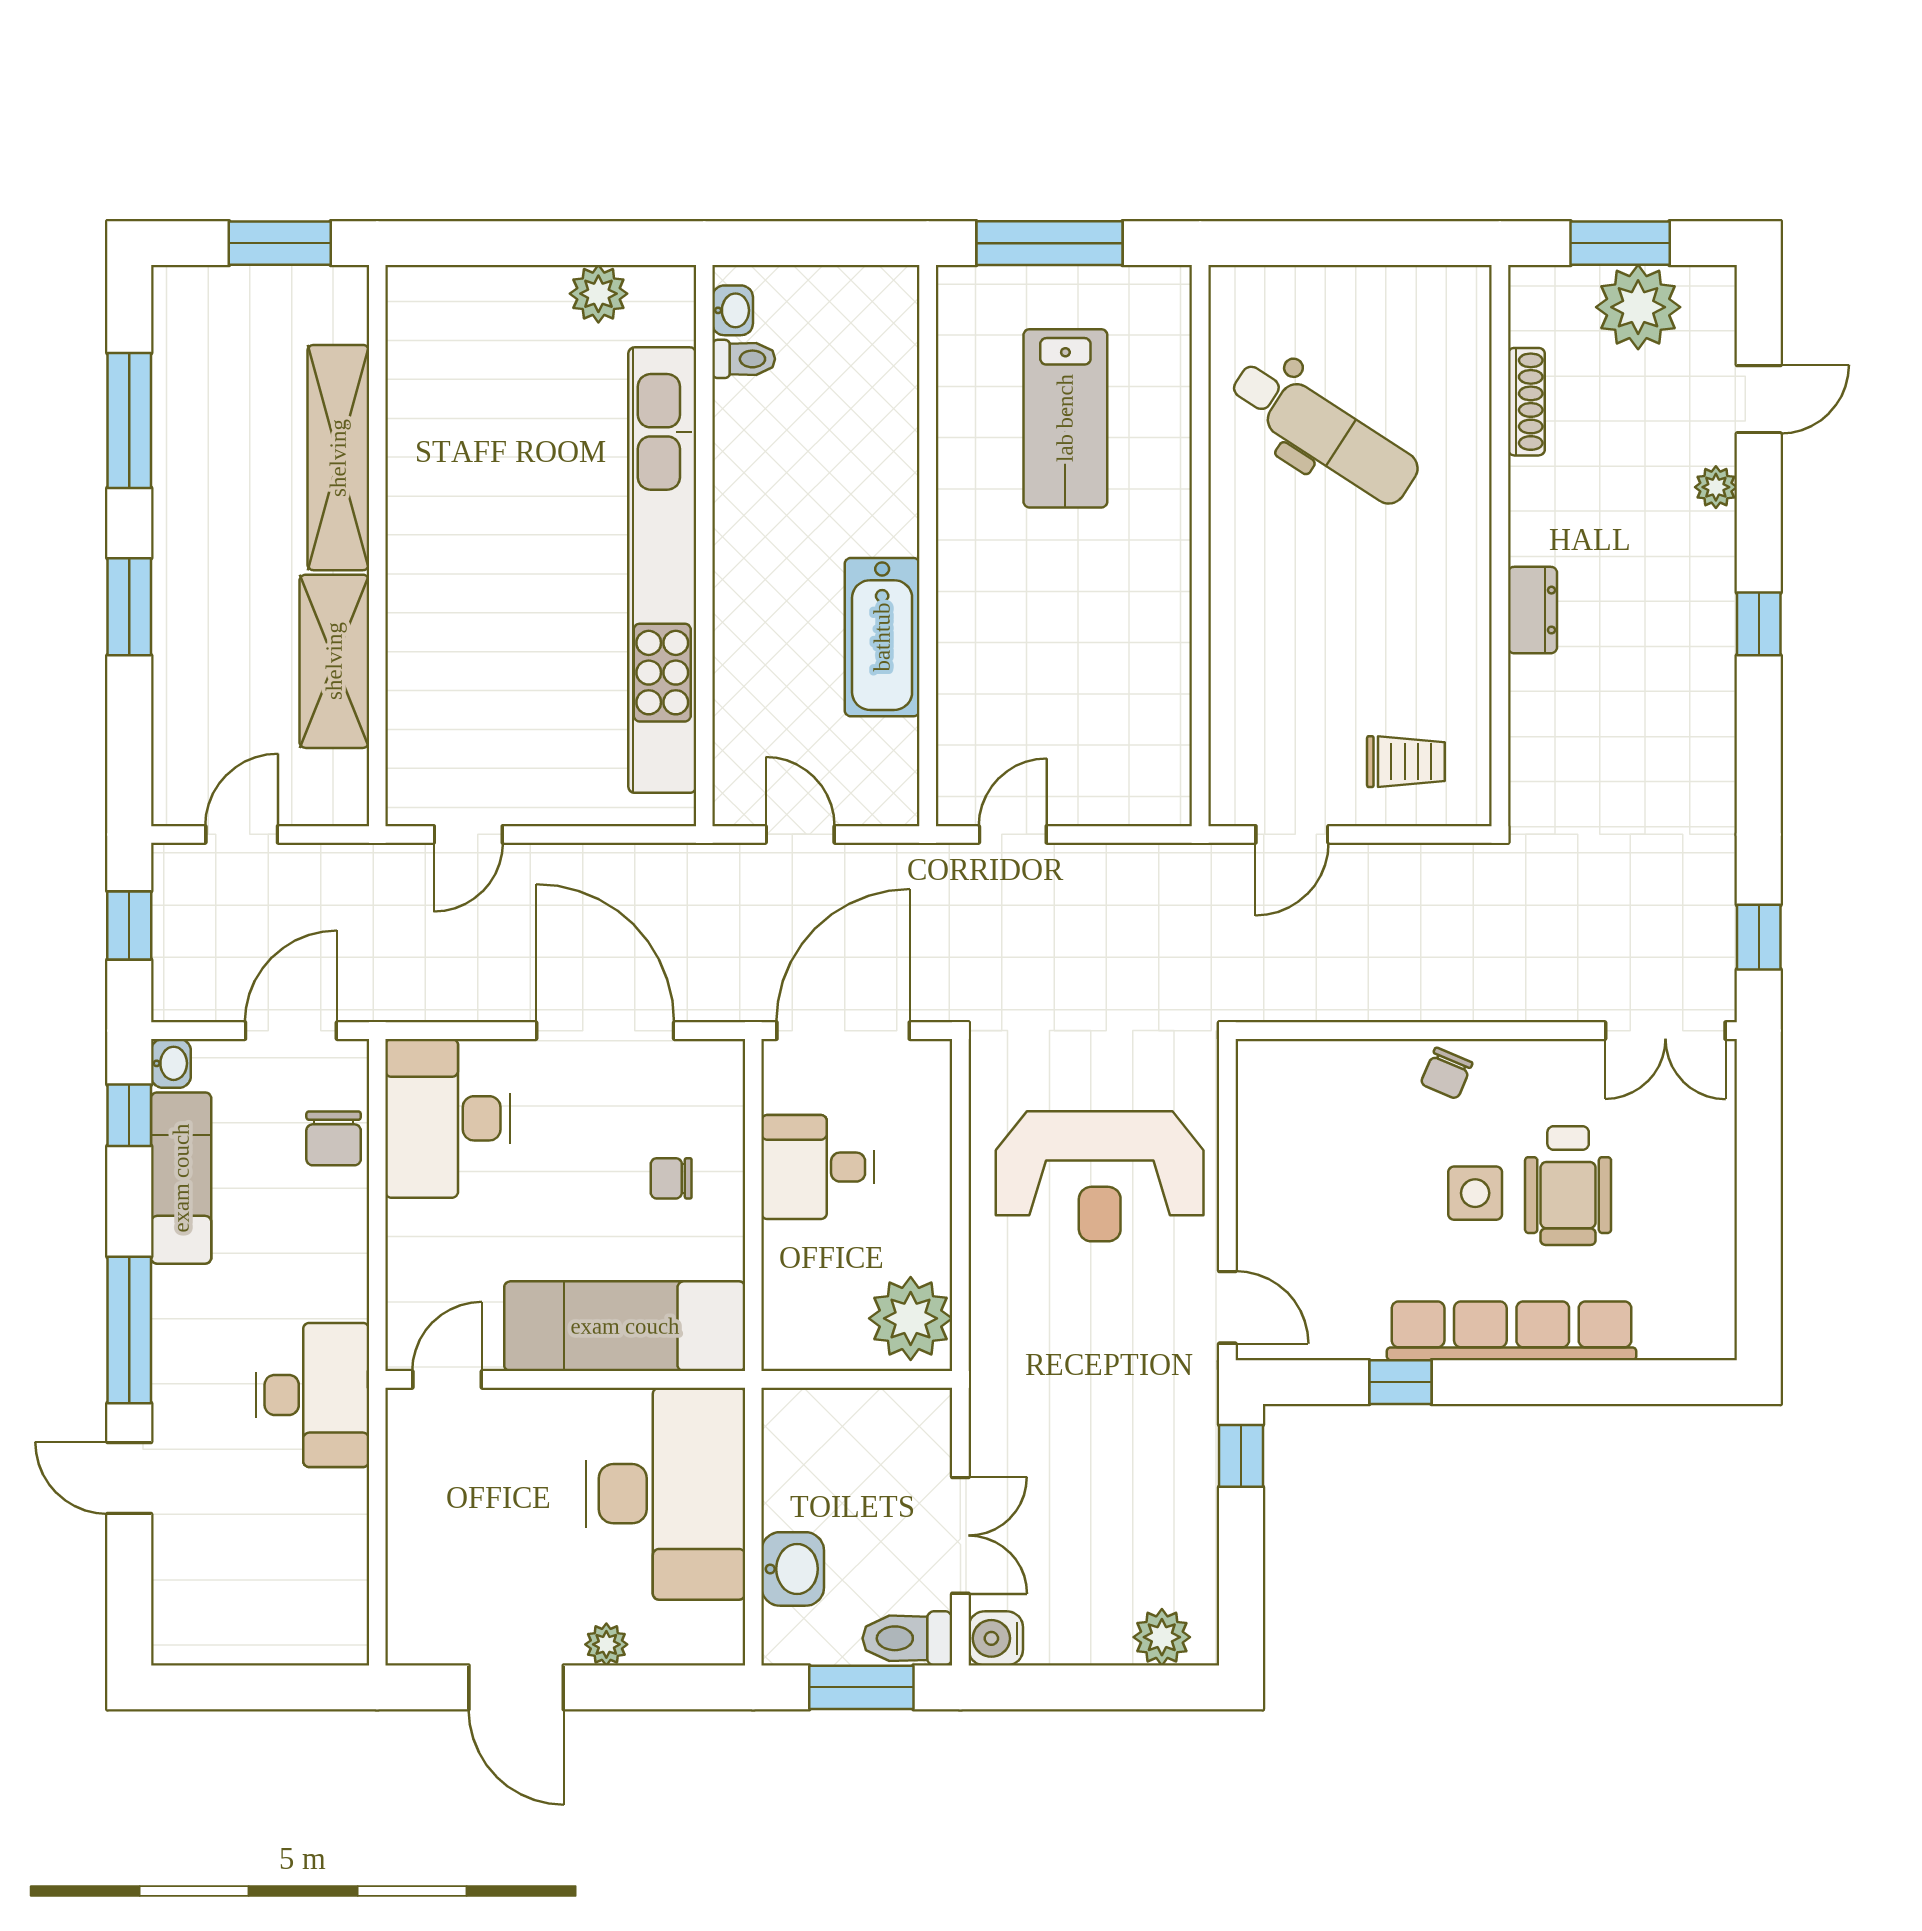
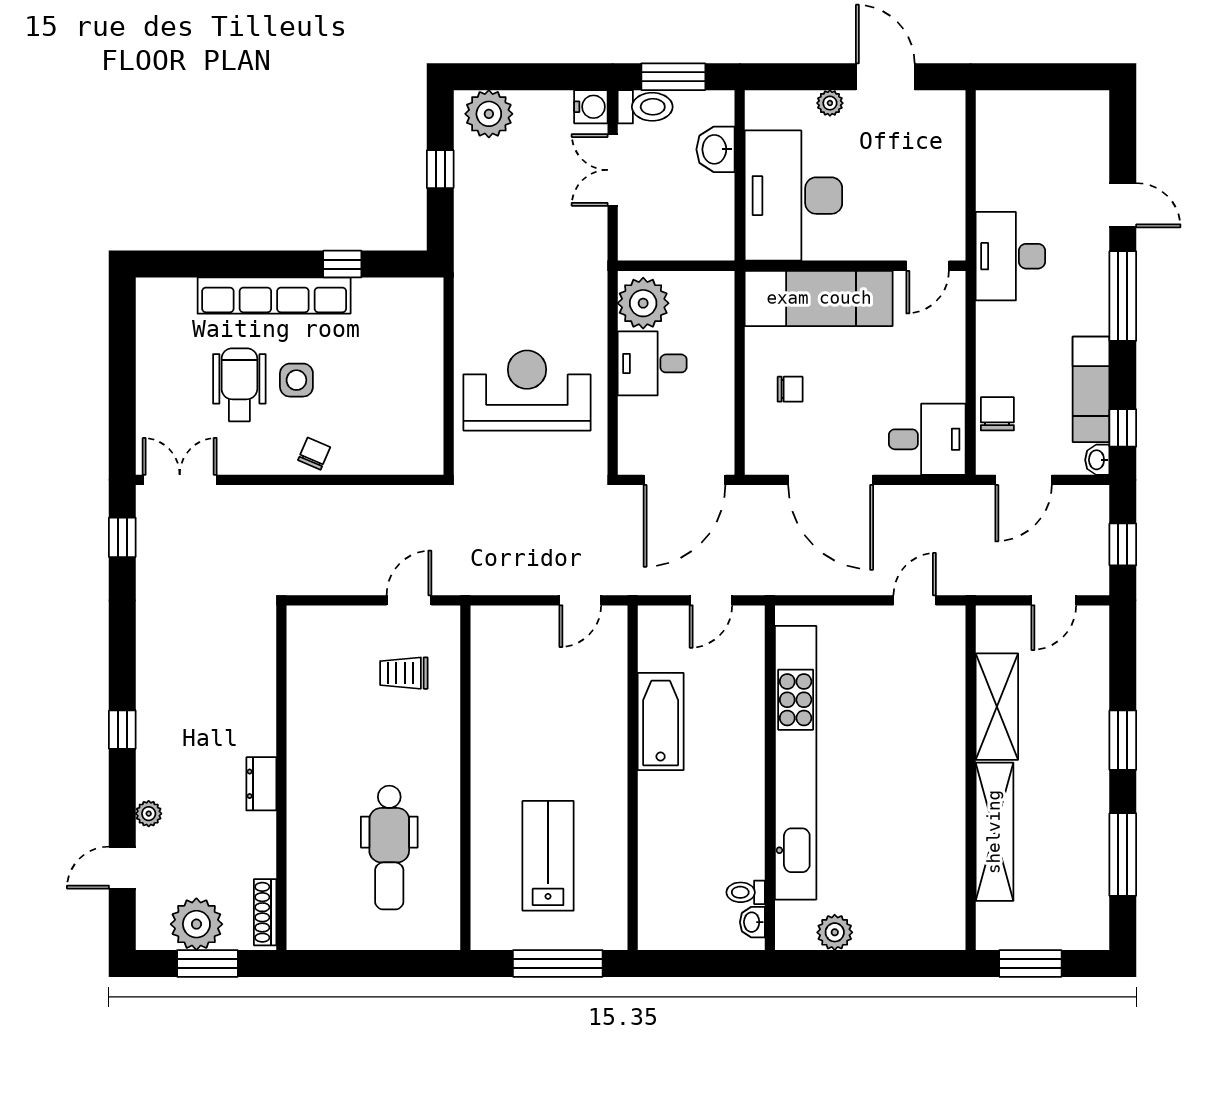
shoe rack: (1526, 402) -> (265, 912), moved
dental chair: (1324, 432) -> (389, 848), turned -123
dresser: (1532, 610) -> (261, 784), moved
trolley: (1406, 762) -> (404, 673), moved
door: (800, 834) -> (711, 600), hinge flipped
desk: (448, 1118) -> (927, 439), width x0.73
desk: (818, 1167) -> (652, 363), moved, turned 180
door: (1227, 1307) -> (449, 310), removed
window: (1241, 1456) -> (440, 169), moved
plant: (1162, 1637) -> (489, 114), width x1.36, depth x1.36

